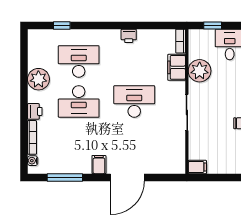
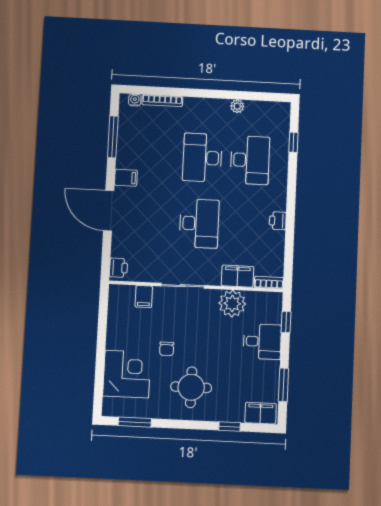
plant: (38, 79) -> (237, 106), width x0.53, depth x0.53
printer: (35, 111) -> (118, 268), moved, turned -90
filing cabinet: (197, 167) -> (144, 297), moved

